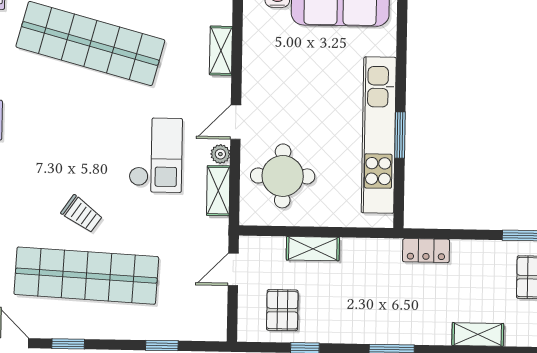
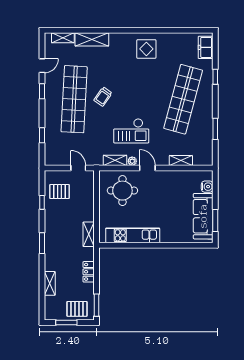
kitchen unit: (379, 135) -> (133, 235), width x0.73
window: (400, 135) -> (143, 245), removed
shelving: (313, 249) -> (89, 234), moved
locker: (426, 251) -> (89, 272), moved

